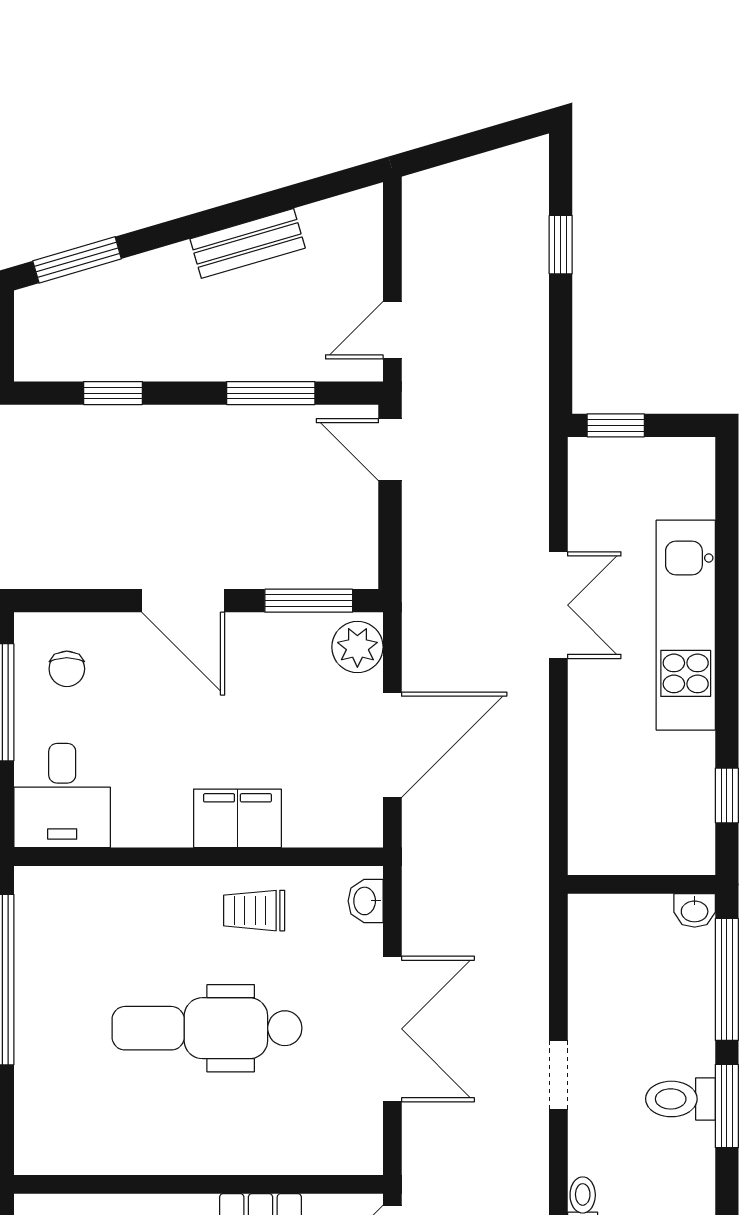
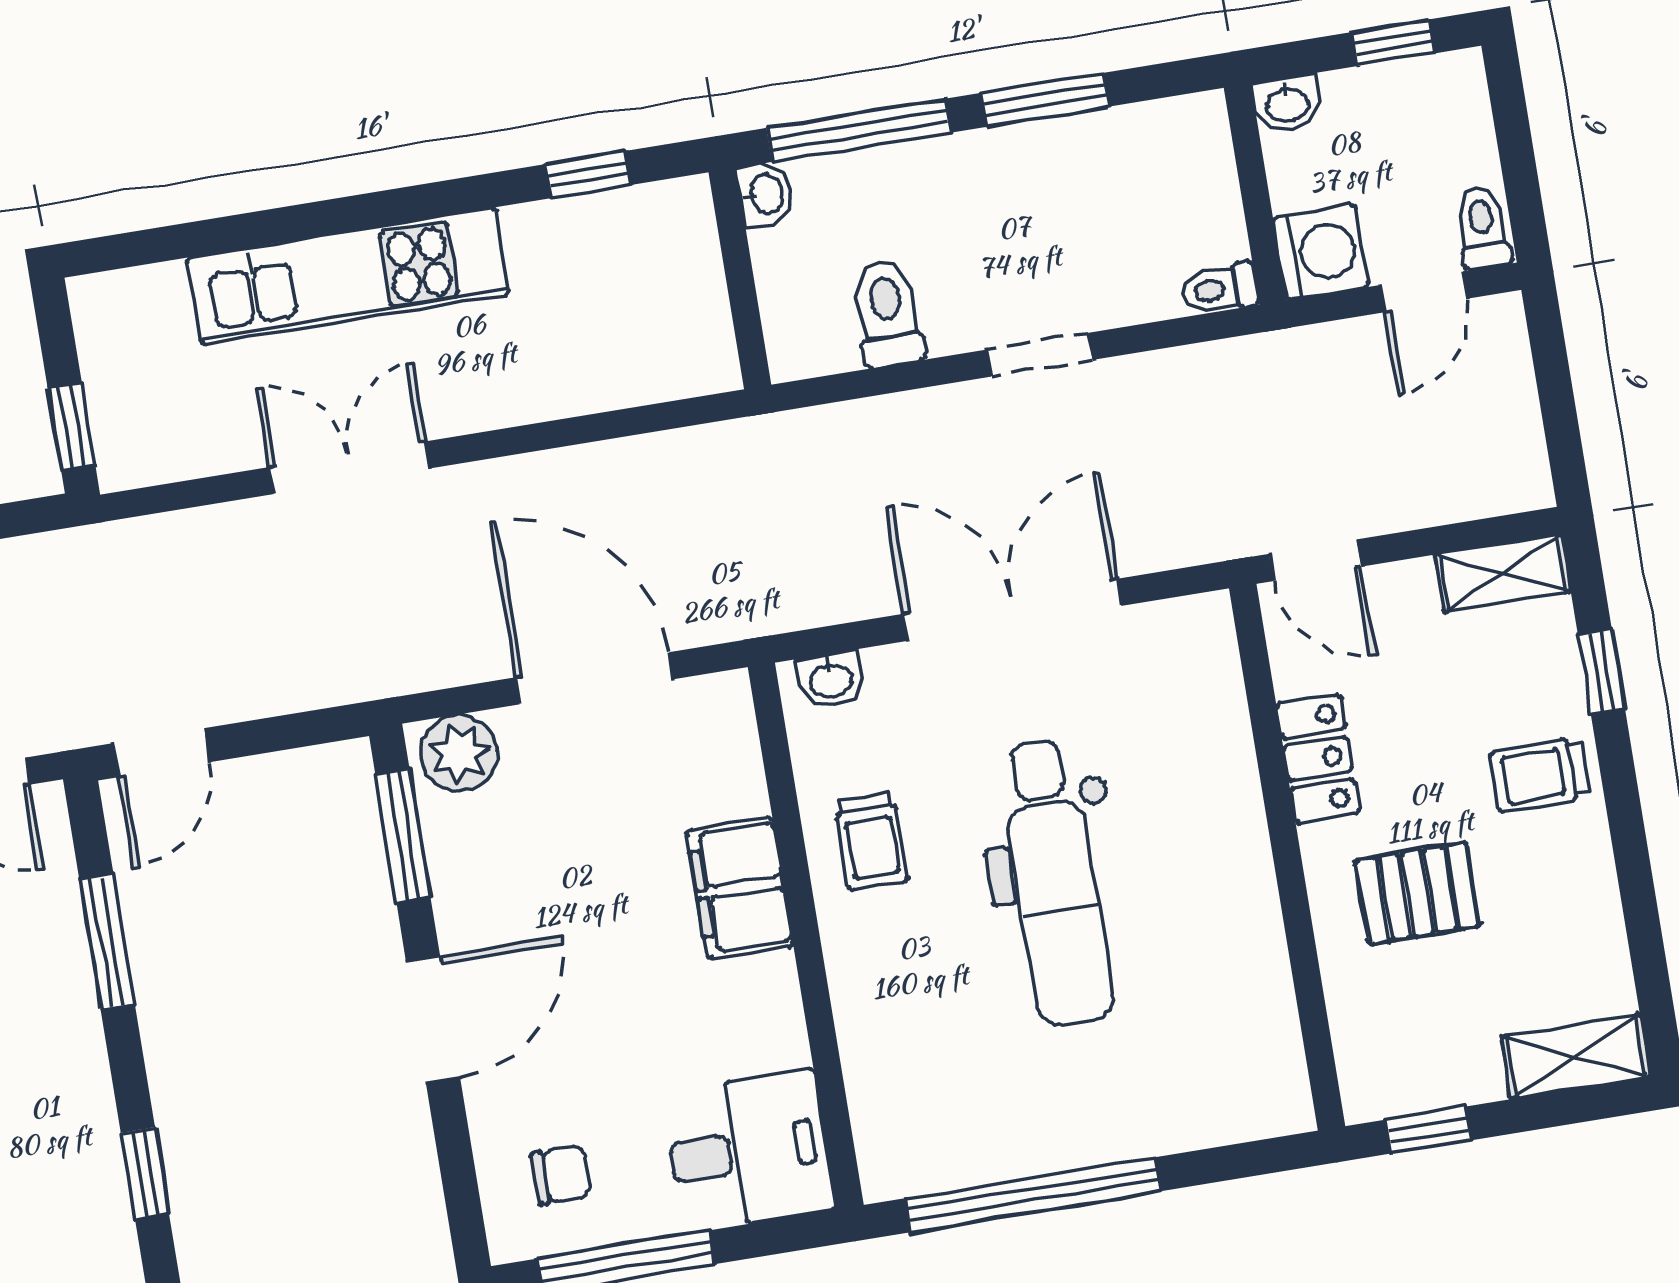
toilet: (680, 1099) -> (888, 313), moved, turned 180

